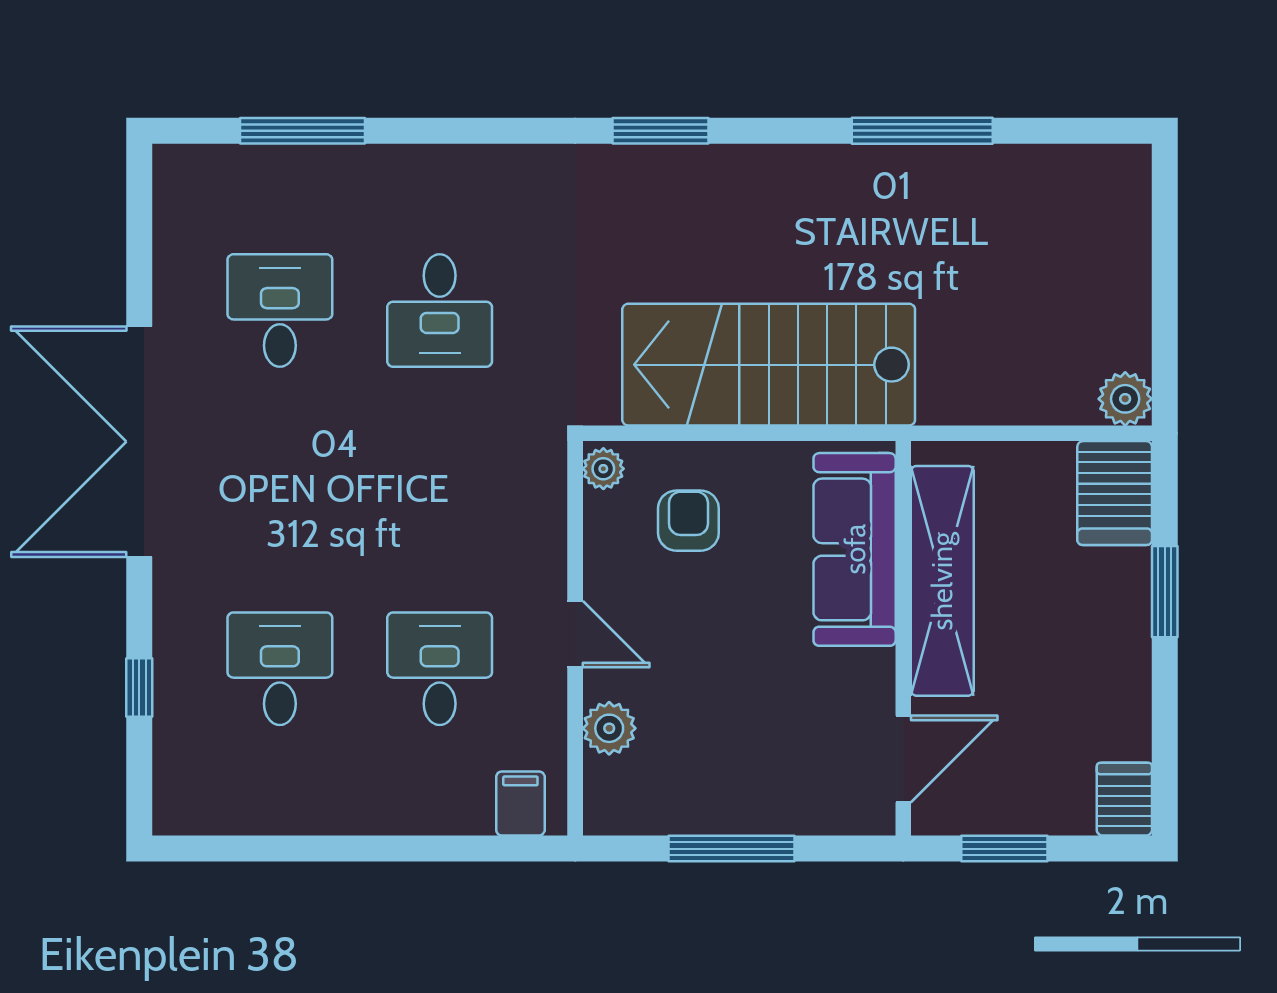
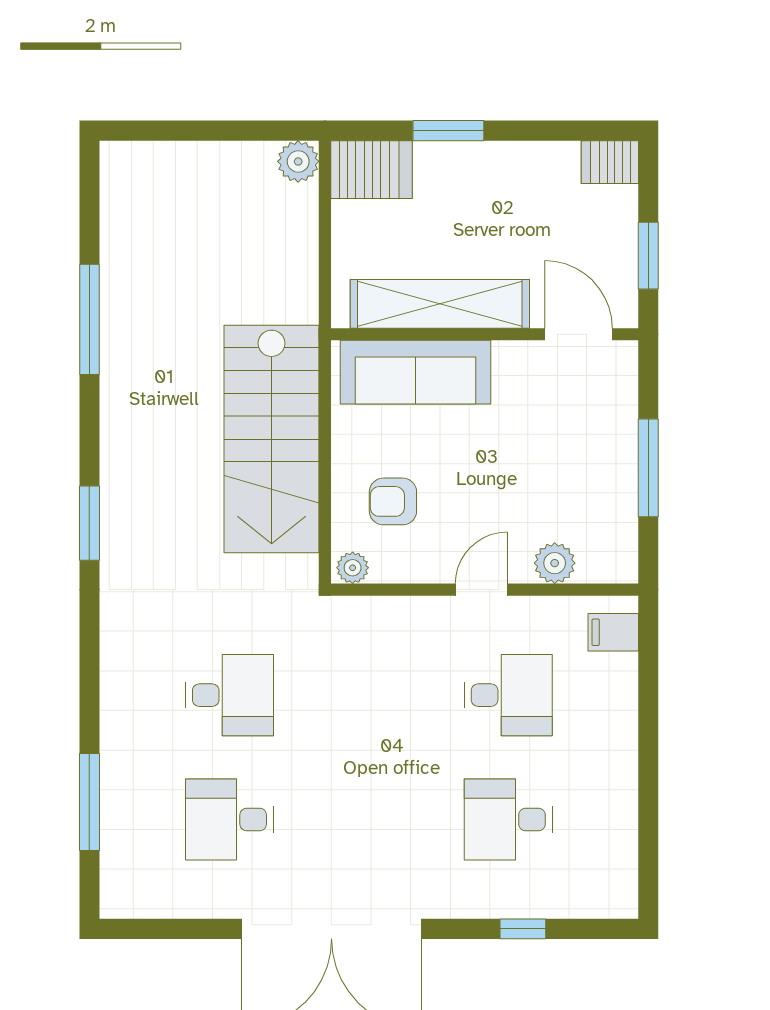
desk: (440, 669) -> (508, 695), turned 180

